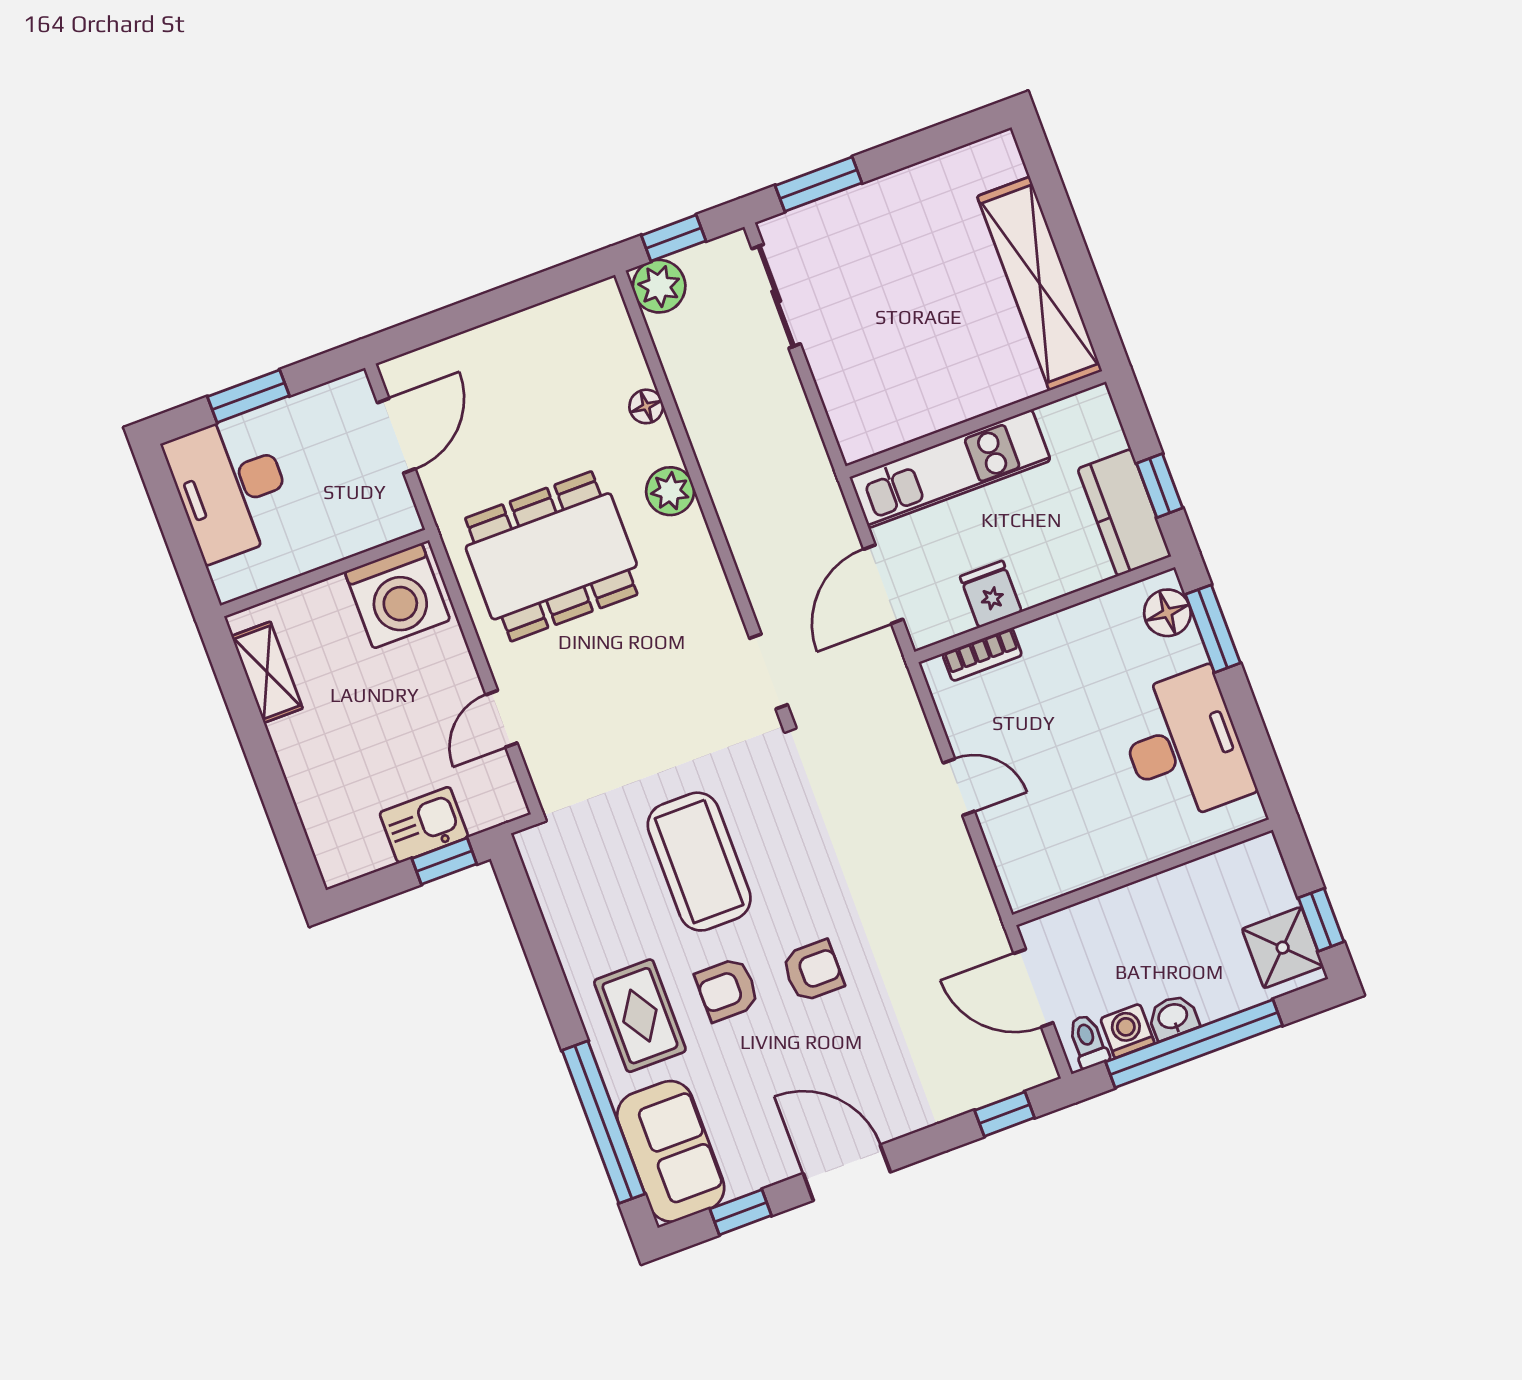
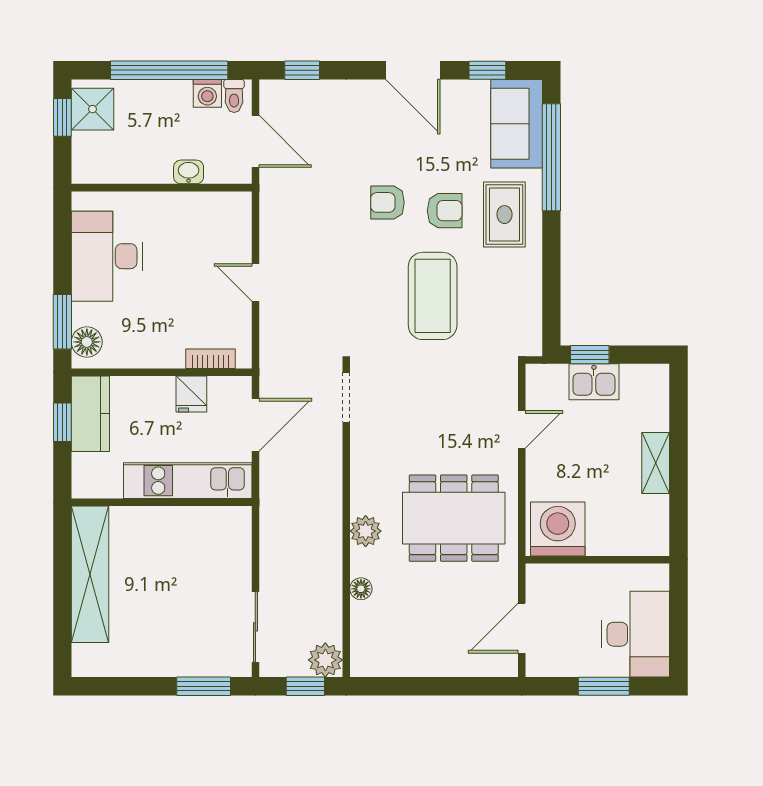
shelving: (267, 672) -> (656, 463), moved
washbasin: (1173, 1017) -> (189, 172), moved, turned 180

